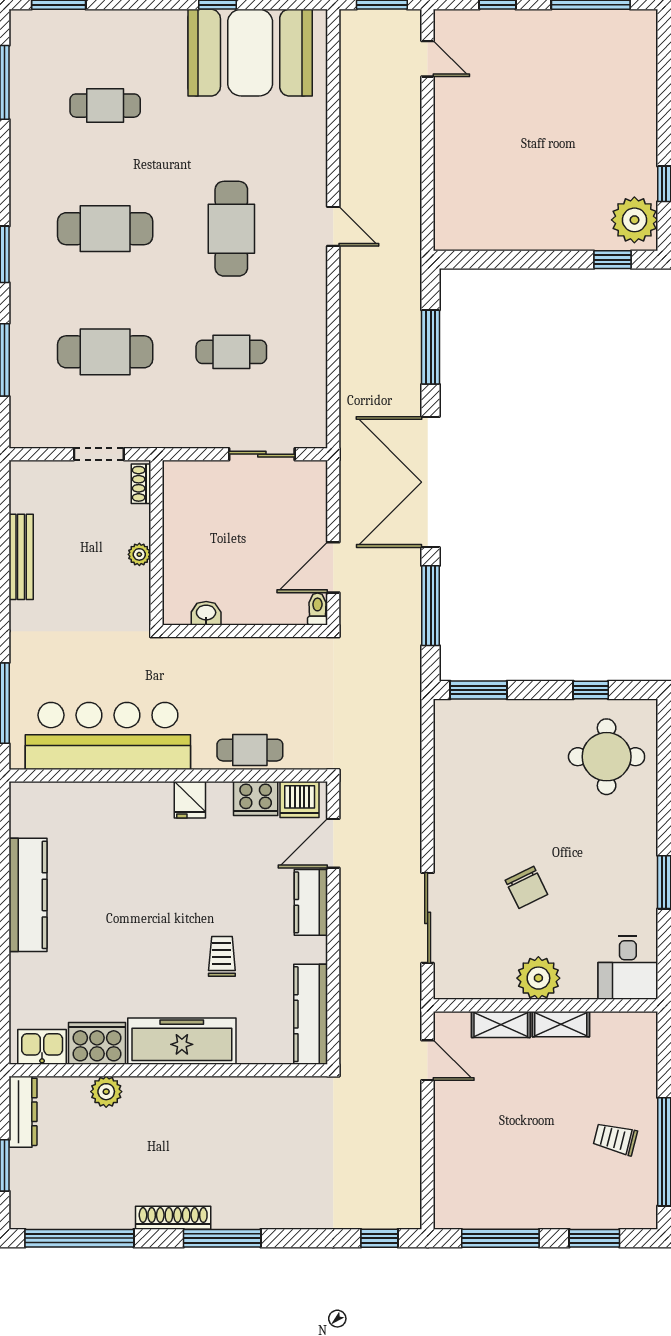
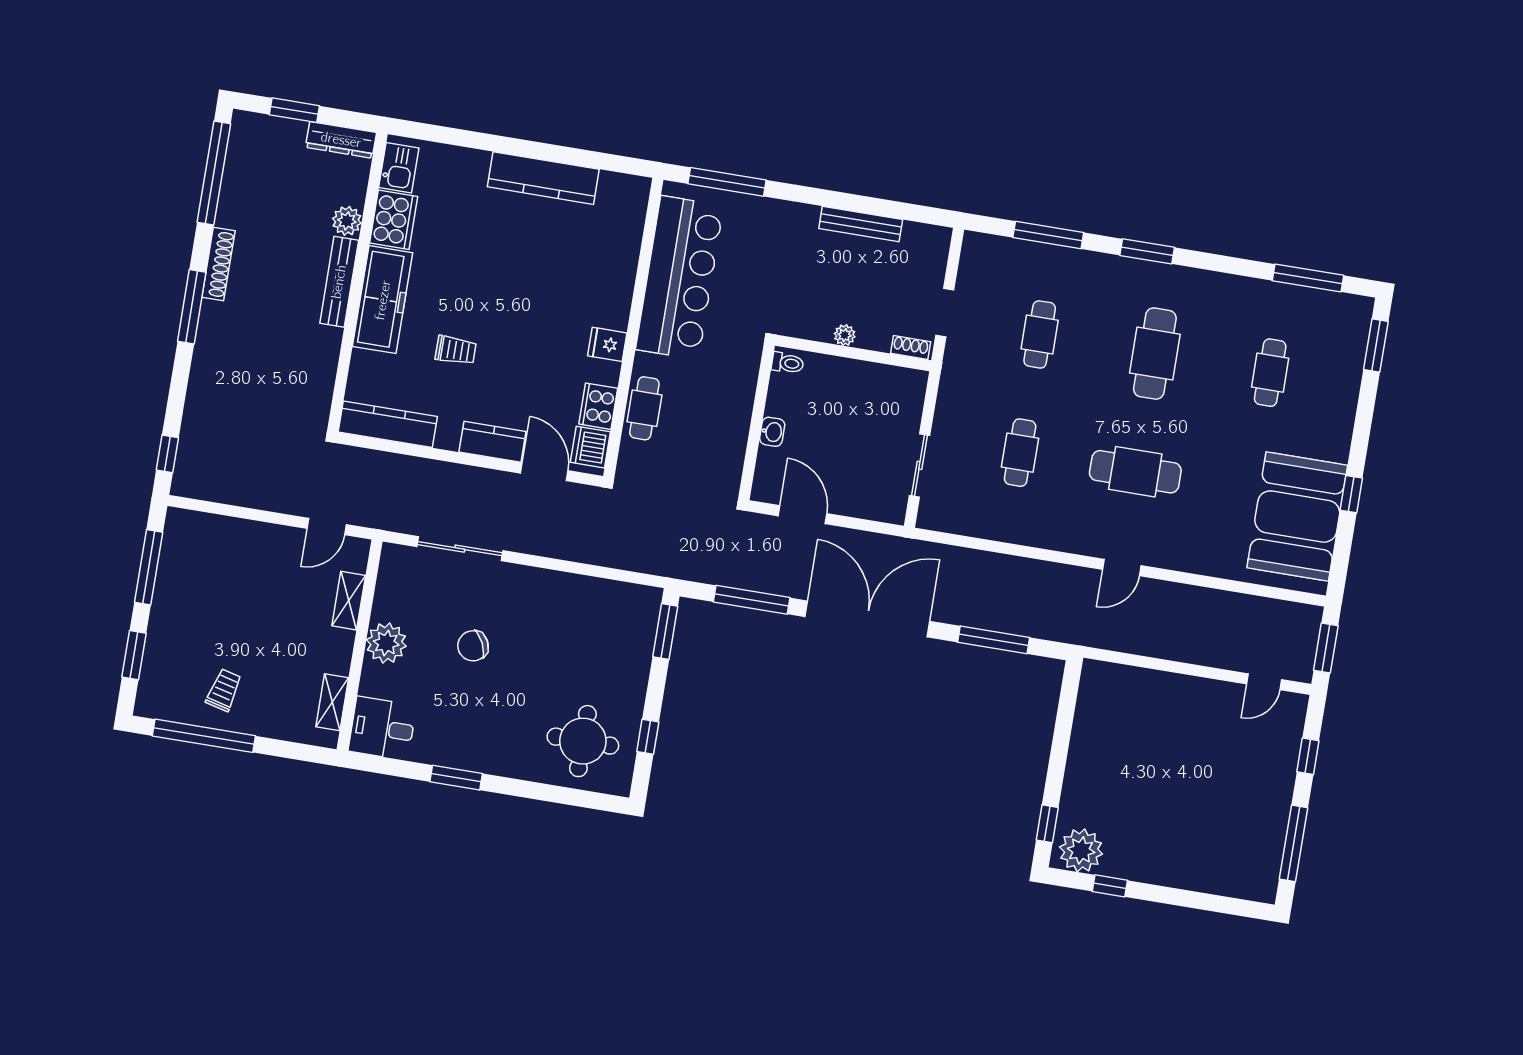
cafe table: (105, 352) -> (1040, 334), width x0.73, depth x0.74
toilet: (317, 609) -> (788, 363), moved
washbasin: (206, 613) -> (772, 432), moved
shelving: (561, 1024) -> (332, 702), moved
bench: (171, 1089) -> (339, 282), added

